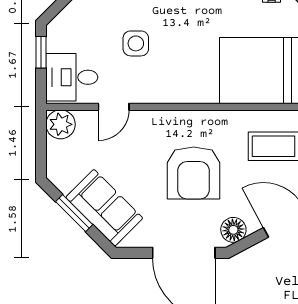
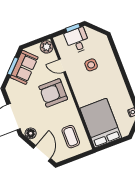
desk: (72, 77) -> (77, 40), moved
armchair: (194, 173) -> (53, 93), moved
sofa: (104, 208) -> (24, 67), moved

